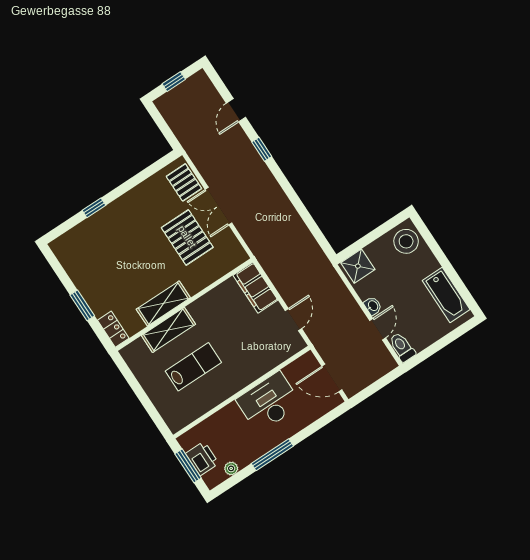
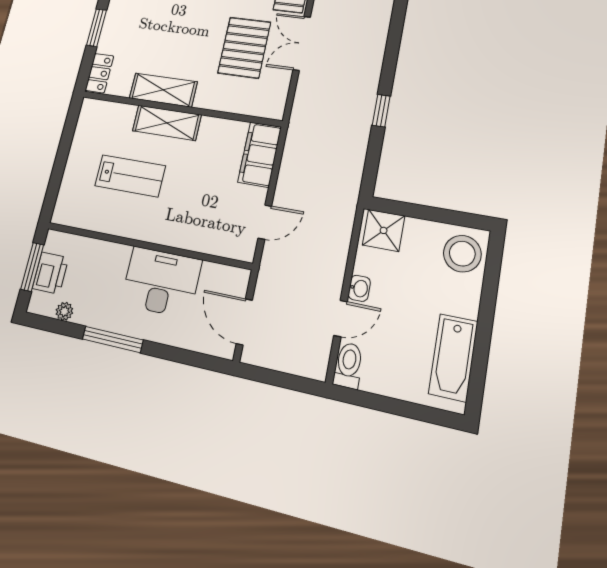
window: (262, 149) -> (381, 111), moved
shelving: (168, 330) -> (167, 123), moved

